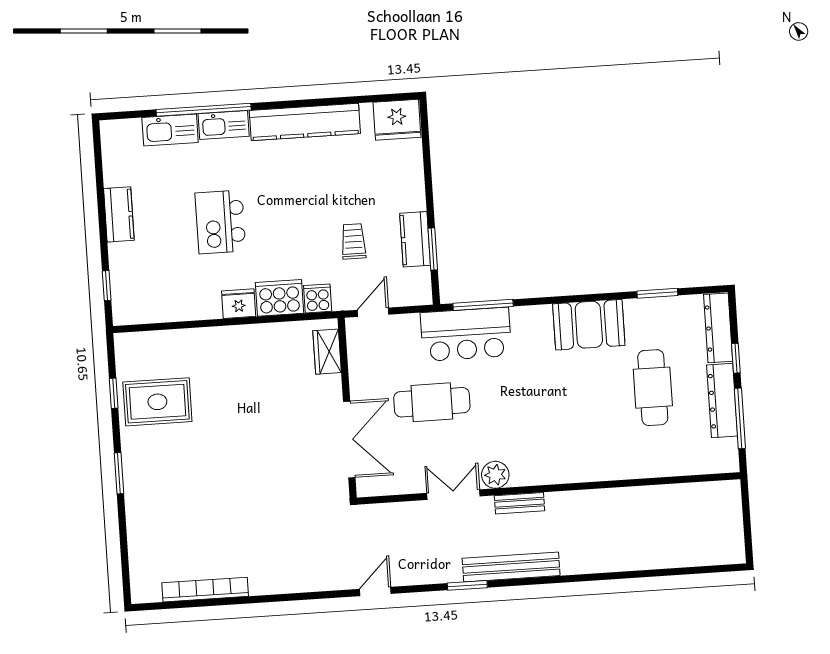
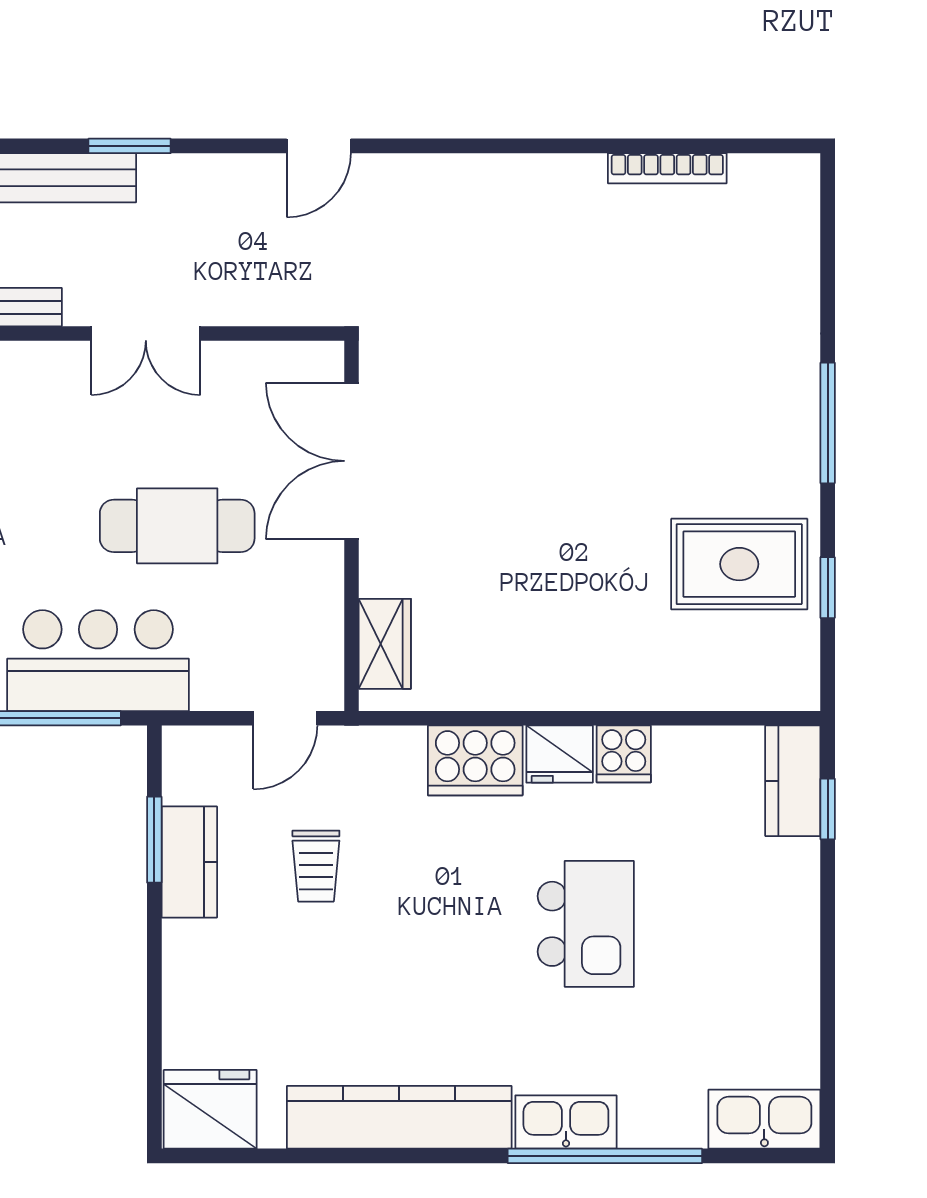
kitchen sink: (170, 130) -> (764, 1119), moved
kitchen counter: (119, 214) -> (793, 781), moved
cooker: (318, 298) -> (624, 754), moved
window: (119, 473) -> (828, 423), width x1.44
plant: (495, 475) -> (57, 369), removed
bookcase: (205, 590) -> (667, 168), width x0.68, depth x0.76

